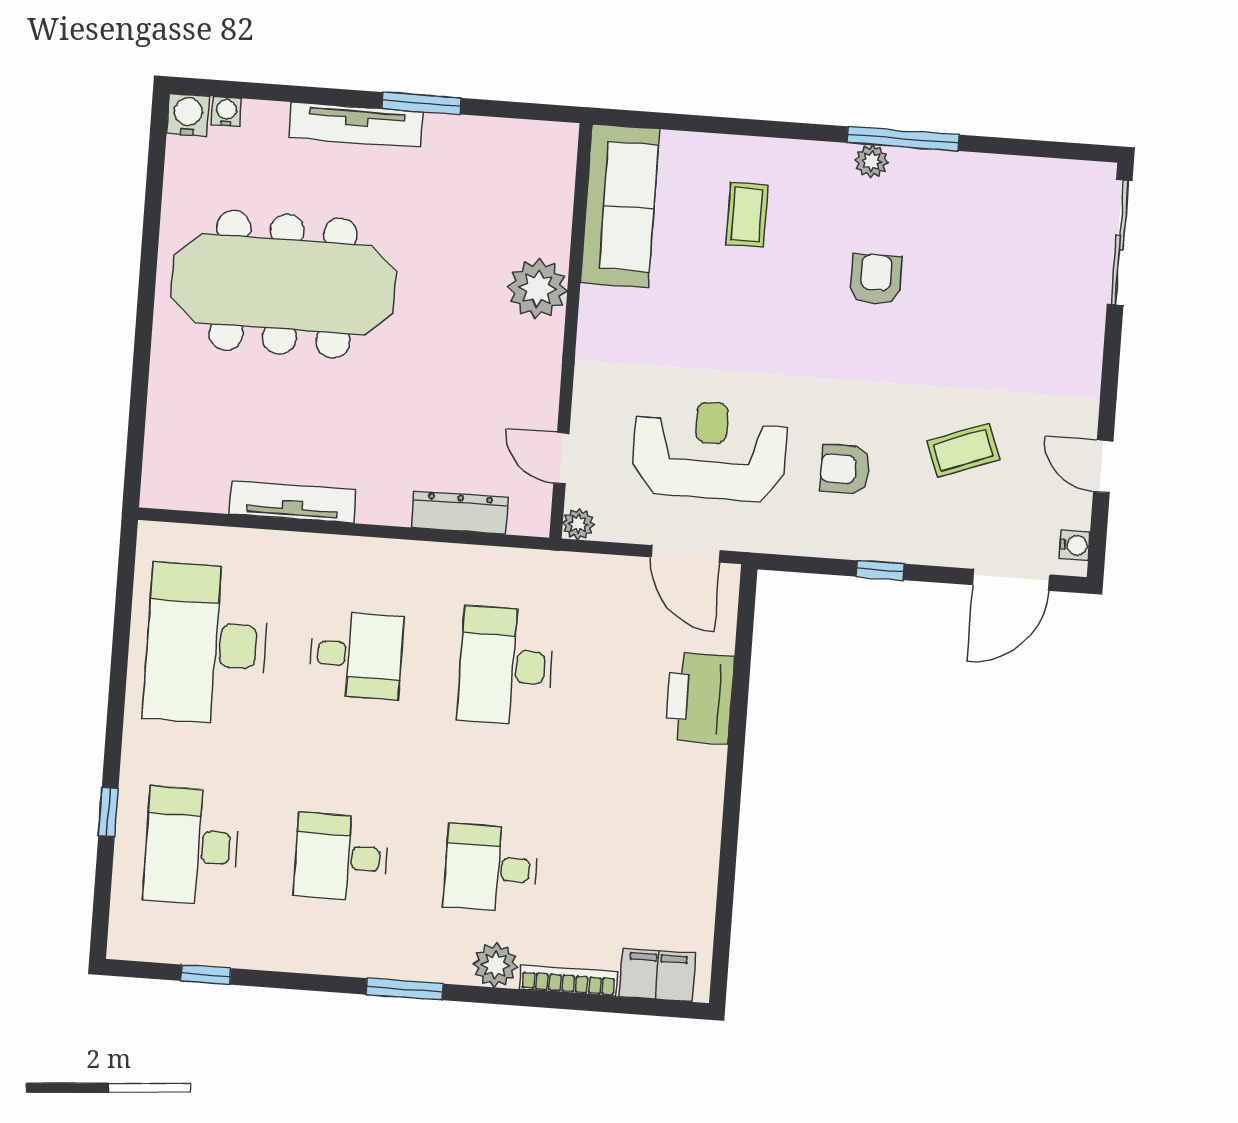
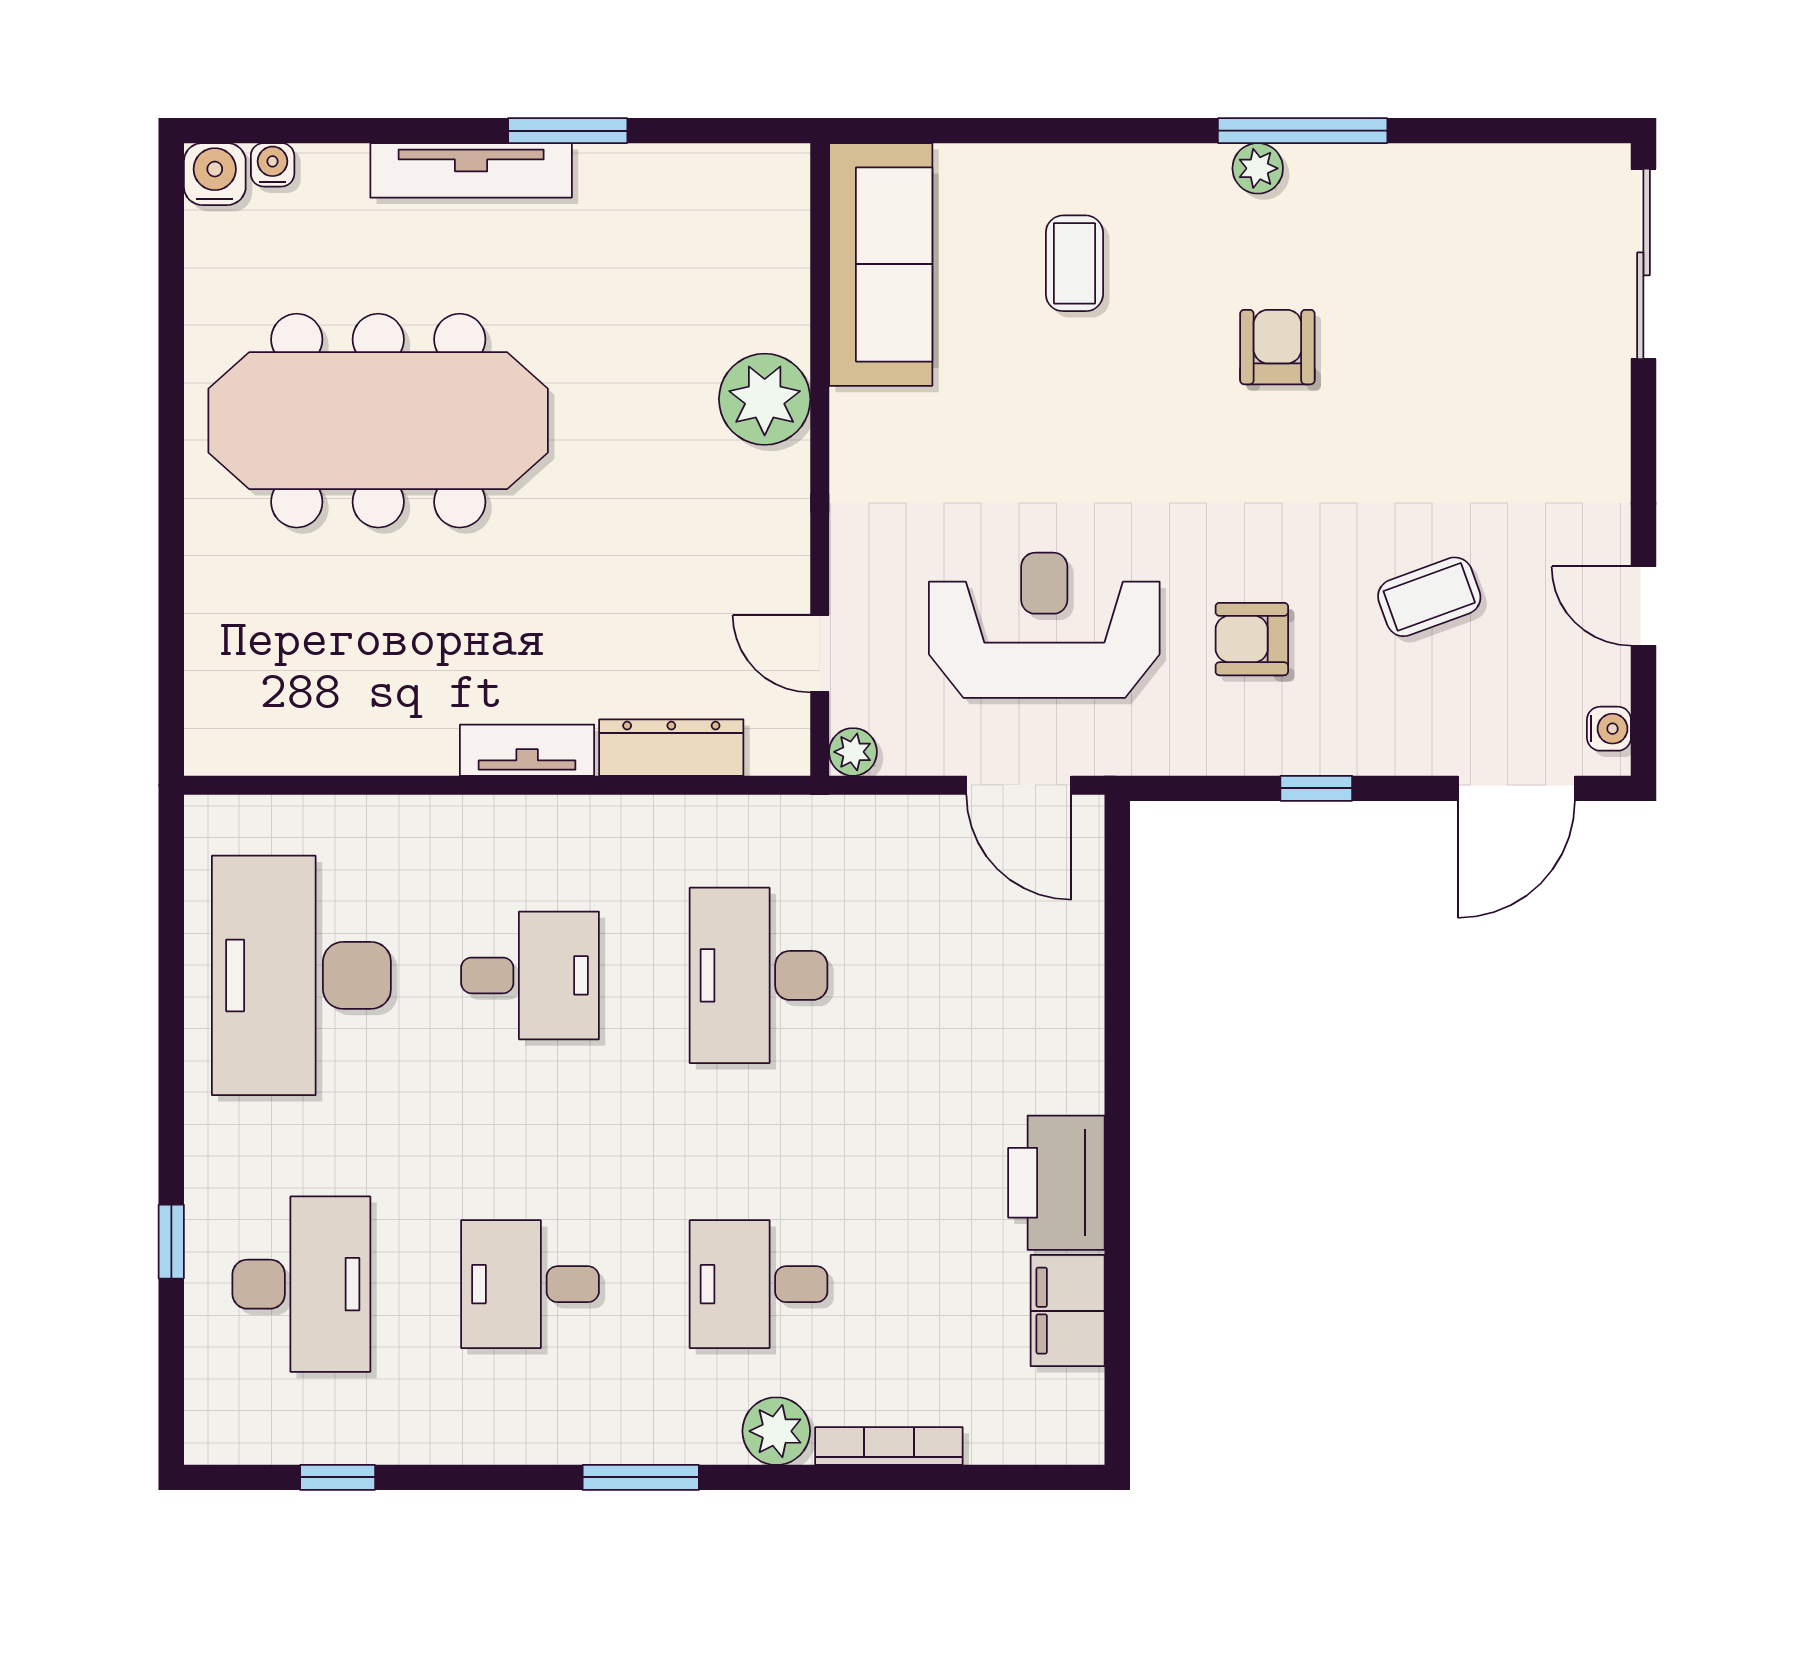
tv unit: (292, 502) -> (527, 750), moved, width x0.71
printer: (700, 698) -> (1056, 1183), moved
desk: (191, 846) -> (301, 1284), turned 180
filing cabinet: (657, 975) -> (1068, 1311), moved, turned -90

